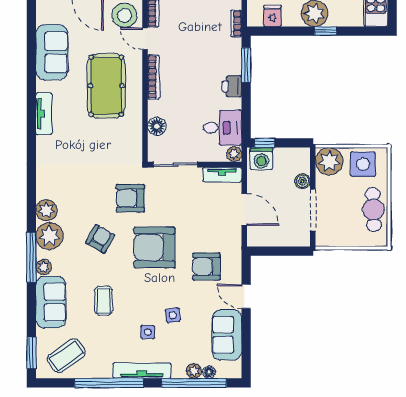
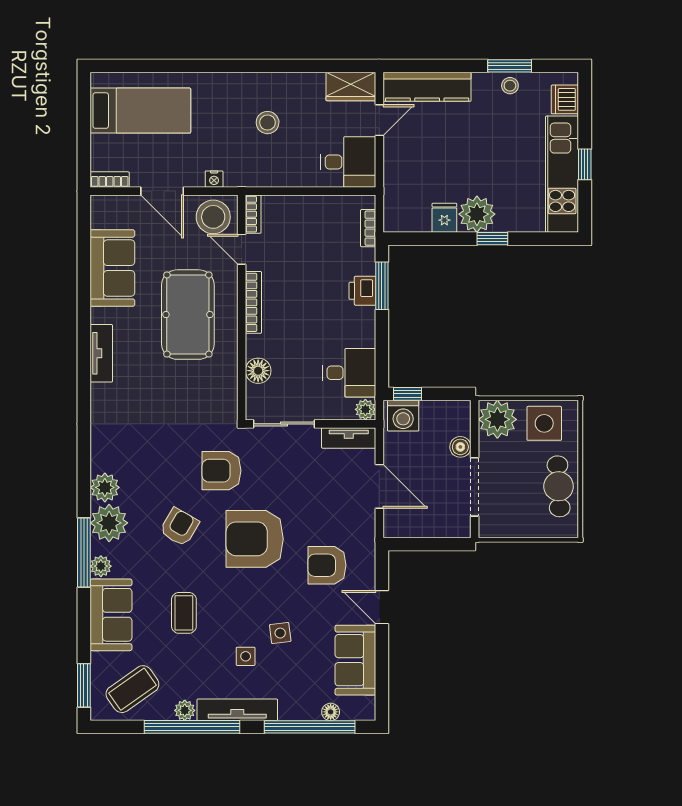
fridge: (272, 16) -> (444, 218), moved
printer: (232, 86) -> (362, 291), moved
plant: (194, 371) -> (185, 710), moved

